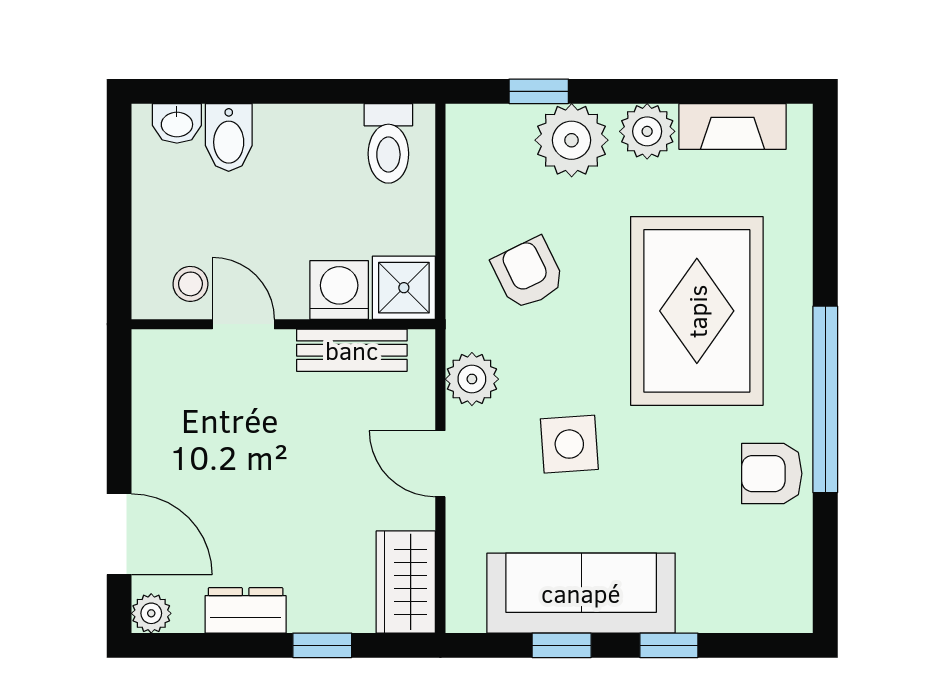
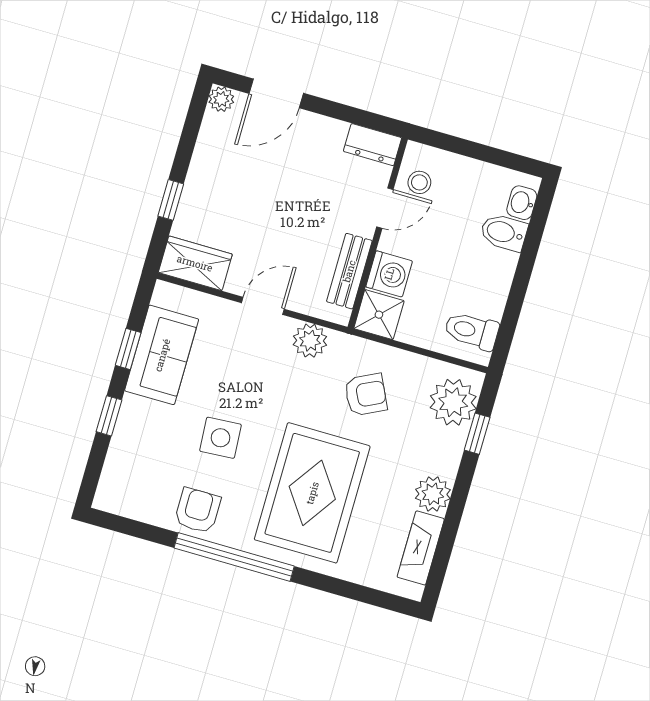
plant: (572, 140) -> (453, 402), moved
rug: (697, 311) -> (312, 493), turned 90
side table: (569, 444) -> (220, 438), moved
sofa: (581, 593) -> (162, 355), width x0.73
dresser: (246, 610) -> (373, 145), moved, turned 90

